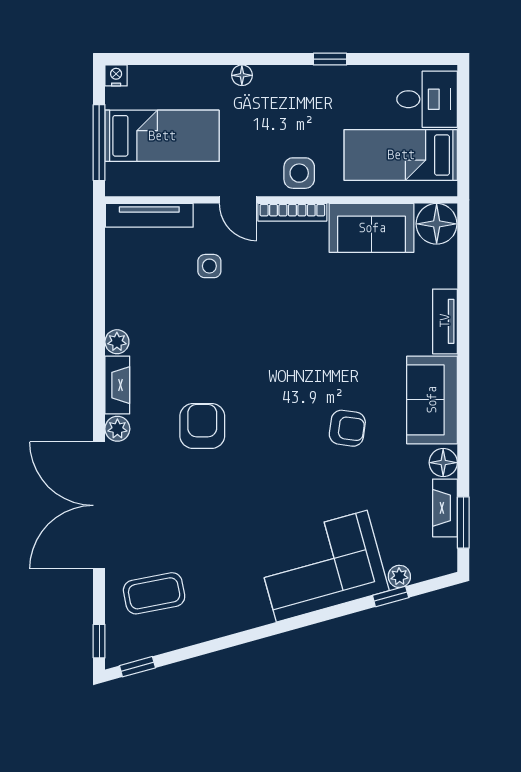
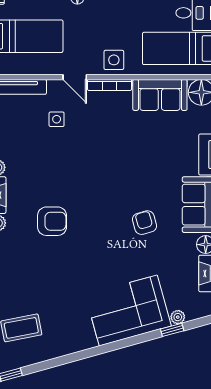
armchair: (202, 426) -> (52, 221), turned 90
armchair: (347, 428) -> (145, 223), turned -114

